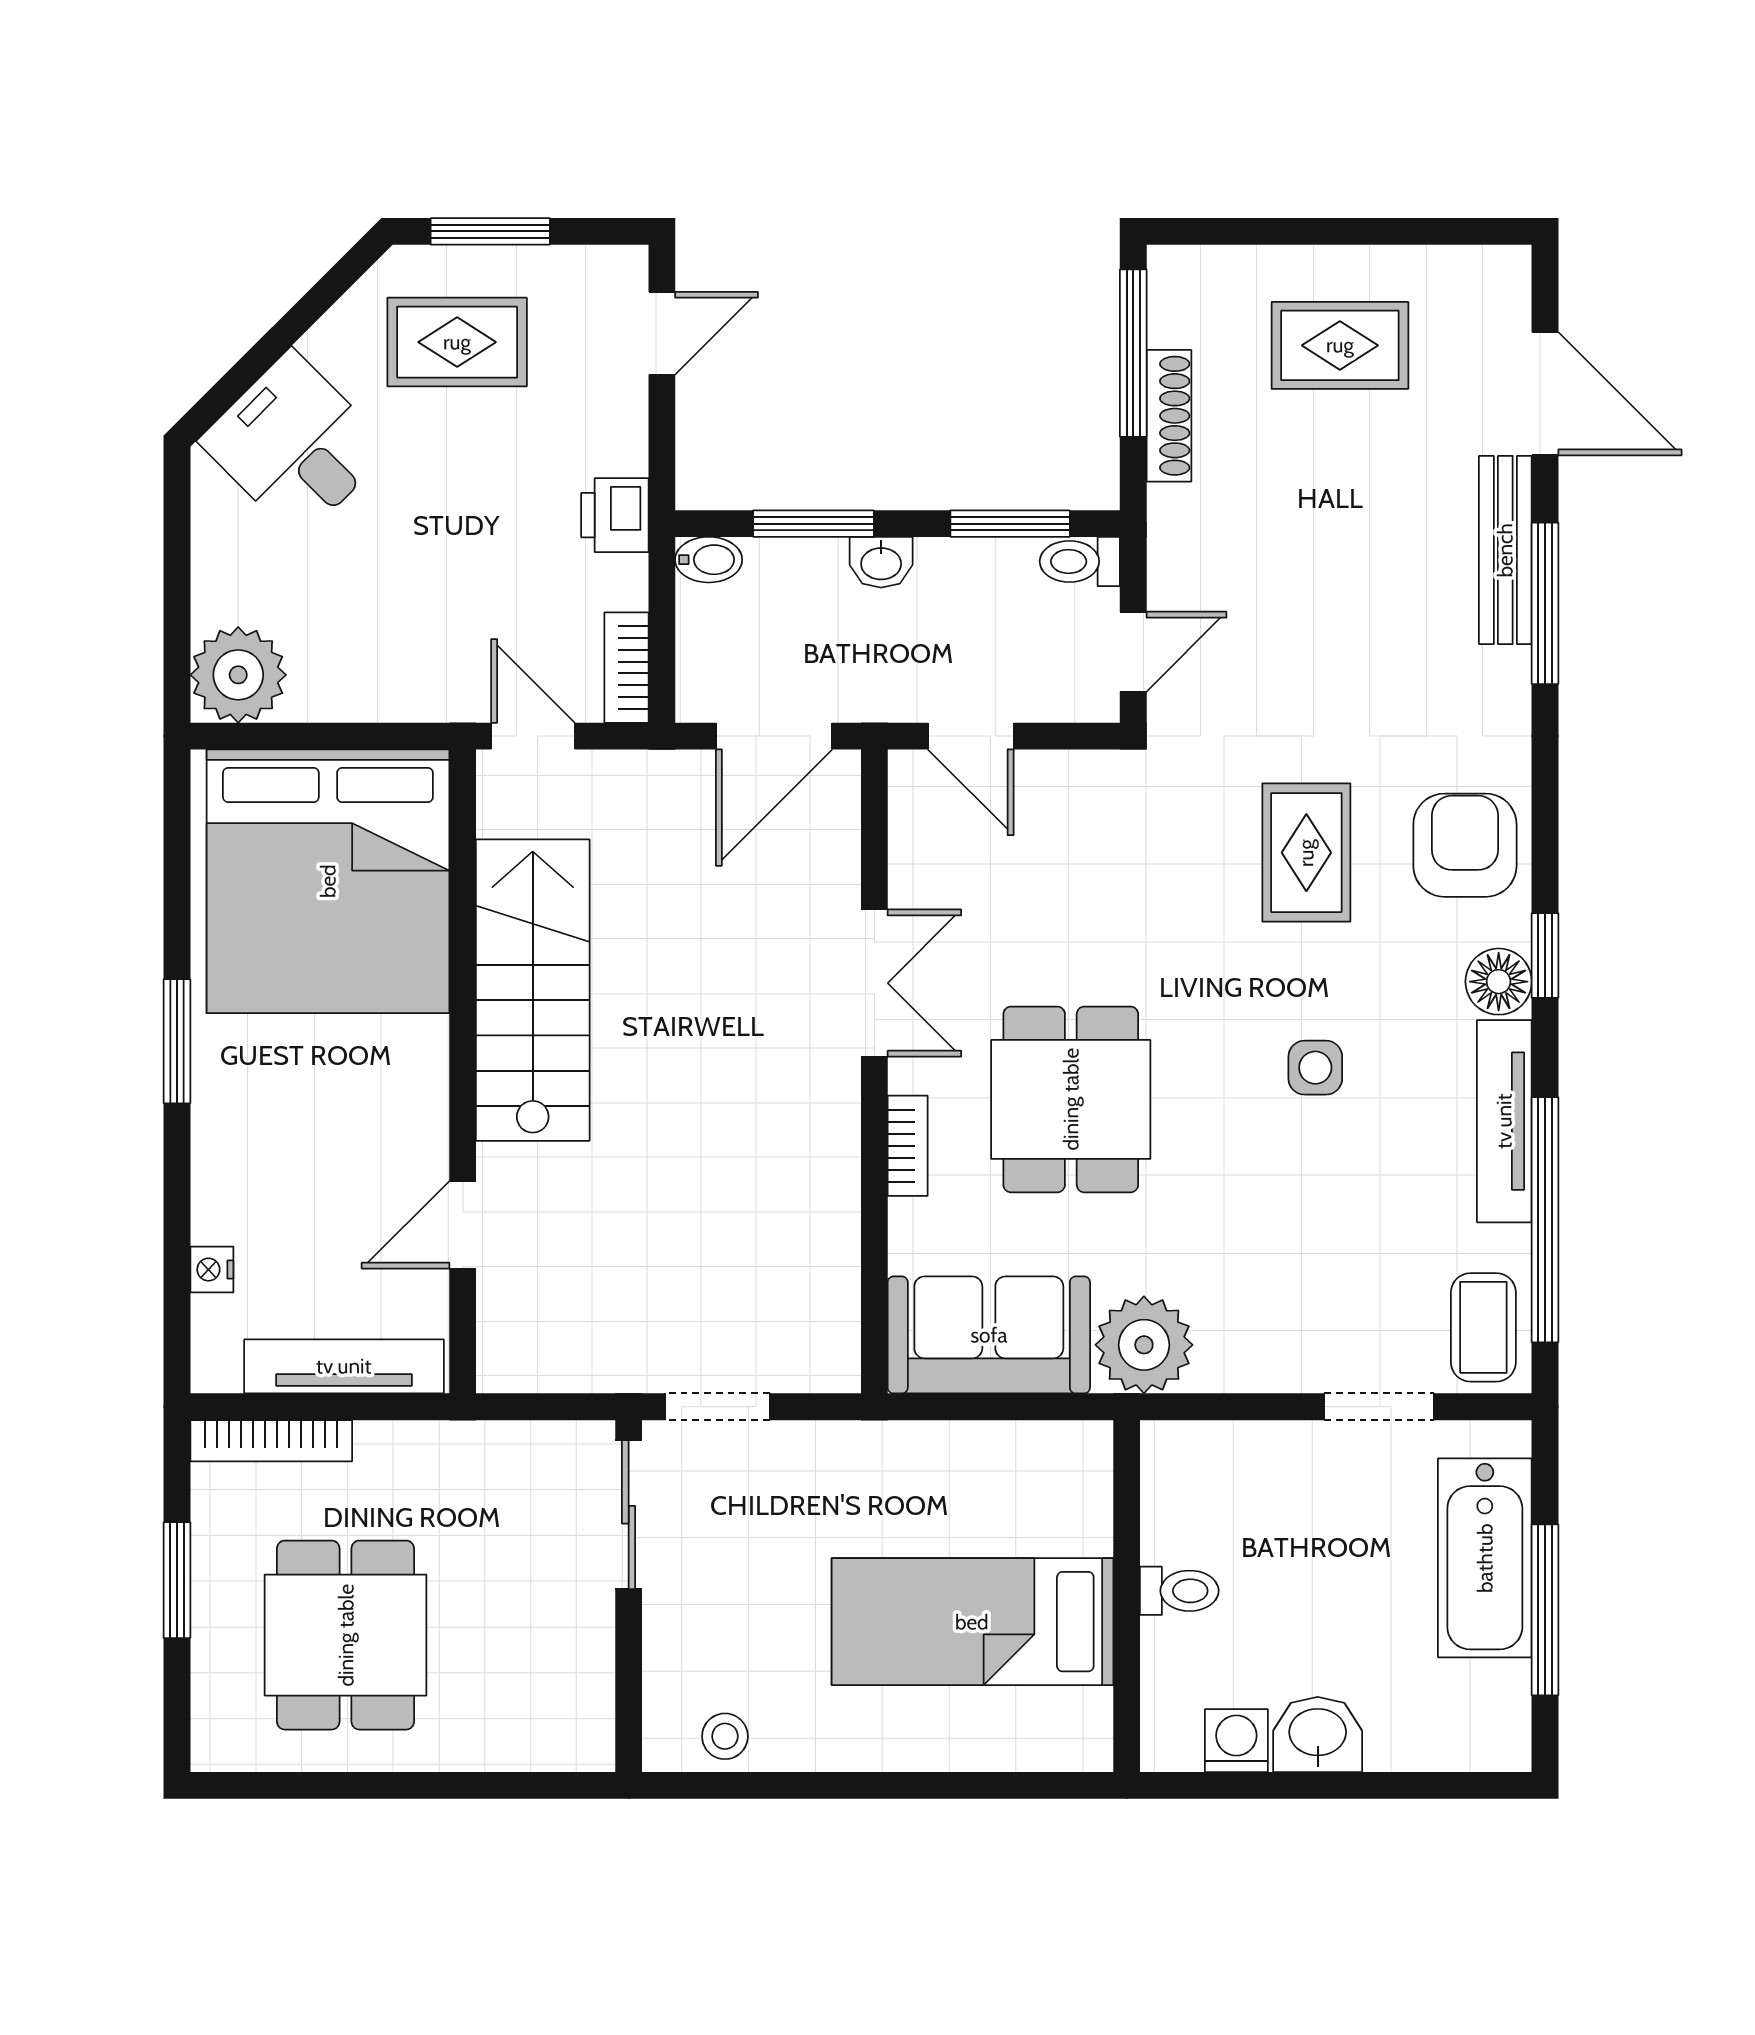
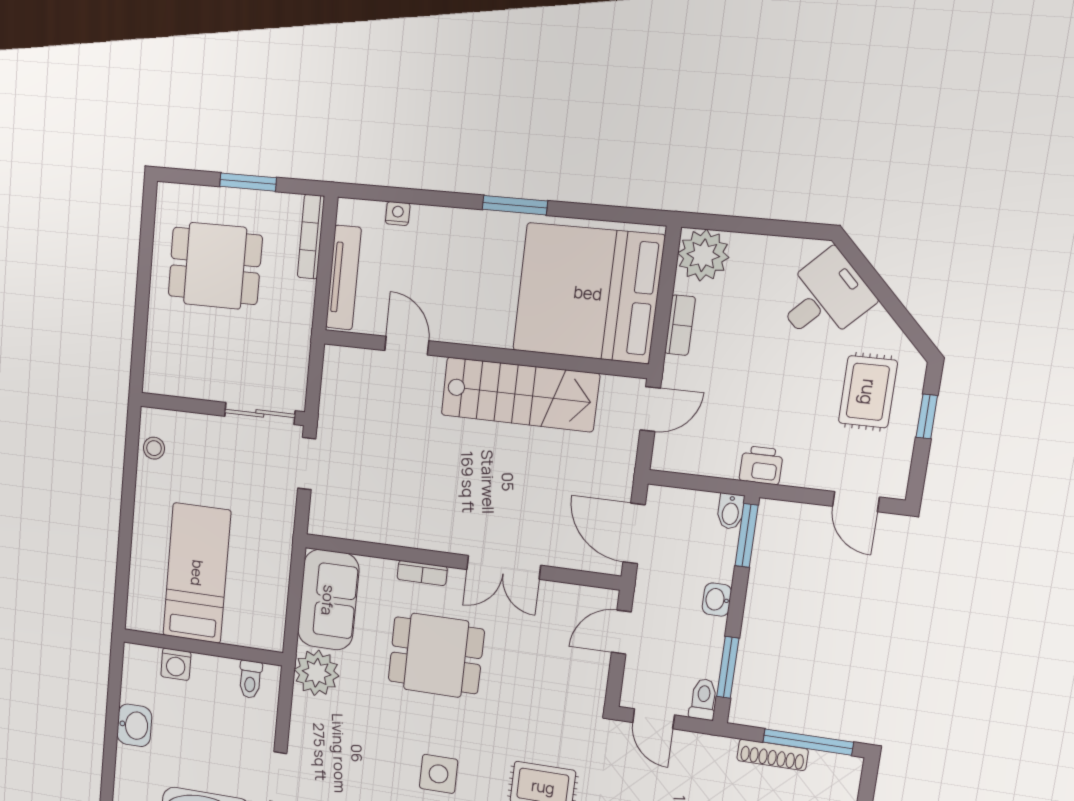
window: (490, 231) -> (927, 416), width x0.67
window: (814, 524) -> (747, 535), moved
bookcase: (626, 668) -> (680, 325), moved, turned 90
side table: (1315, 1068) -> (439, 774), width x1.37, depth x1.37
toilet: (1179, 1591) -> (250, 679), moved
washing machine: (1236, 1741) -> (176, 664), moved, turned 90

